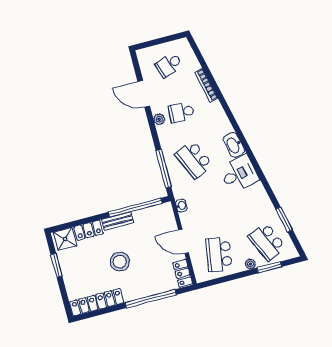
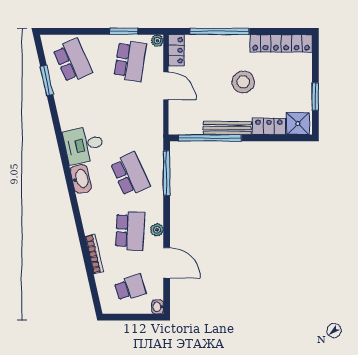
school desk: (181, 112) -> (130, 231), width x1.85
washbasin: (181, 206) -> (158, 307), moved
bench: (118, 221) -> (227, 128), width x1.36
plant: (250, 264) -> (157, 41), moved
window: (269, 267) -> (124, 31), moved

